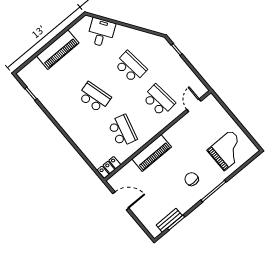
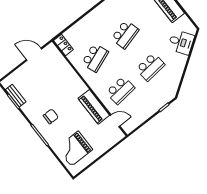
school desk: (122, 131) -> (95, 58), turned -36
grand piano: (228, 150) -> (75, 149), turned 90
piano: (152, 153) -> (94, 107), moved
door: (121, 201) -> (34, 54), swing flipped

